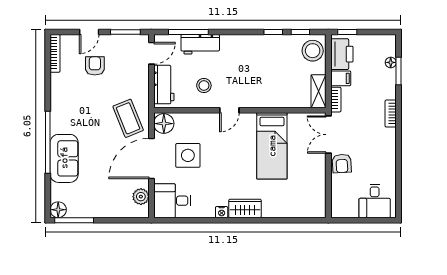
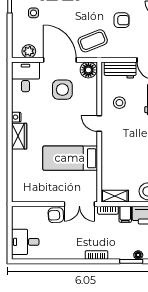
armchair: (95, 66) -> (122, 20), moved
double door: (328, 135) -> (79, 204), swing flipped
side table: (94, 191) -> (33, 13), added

